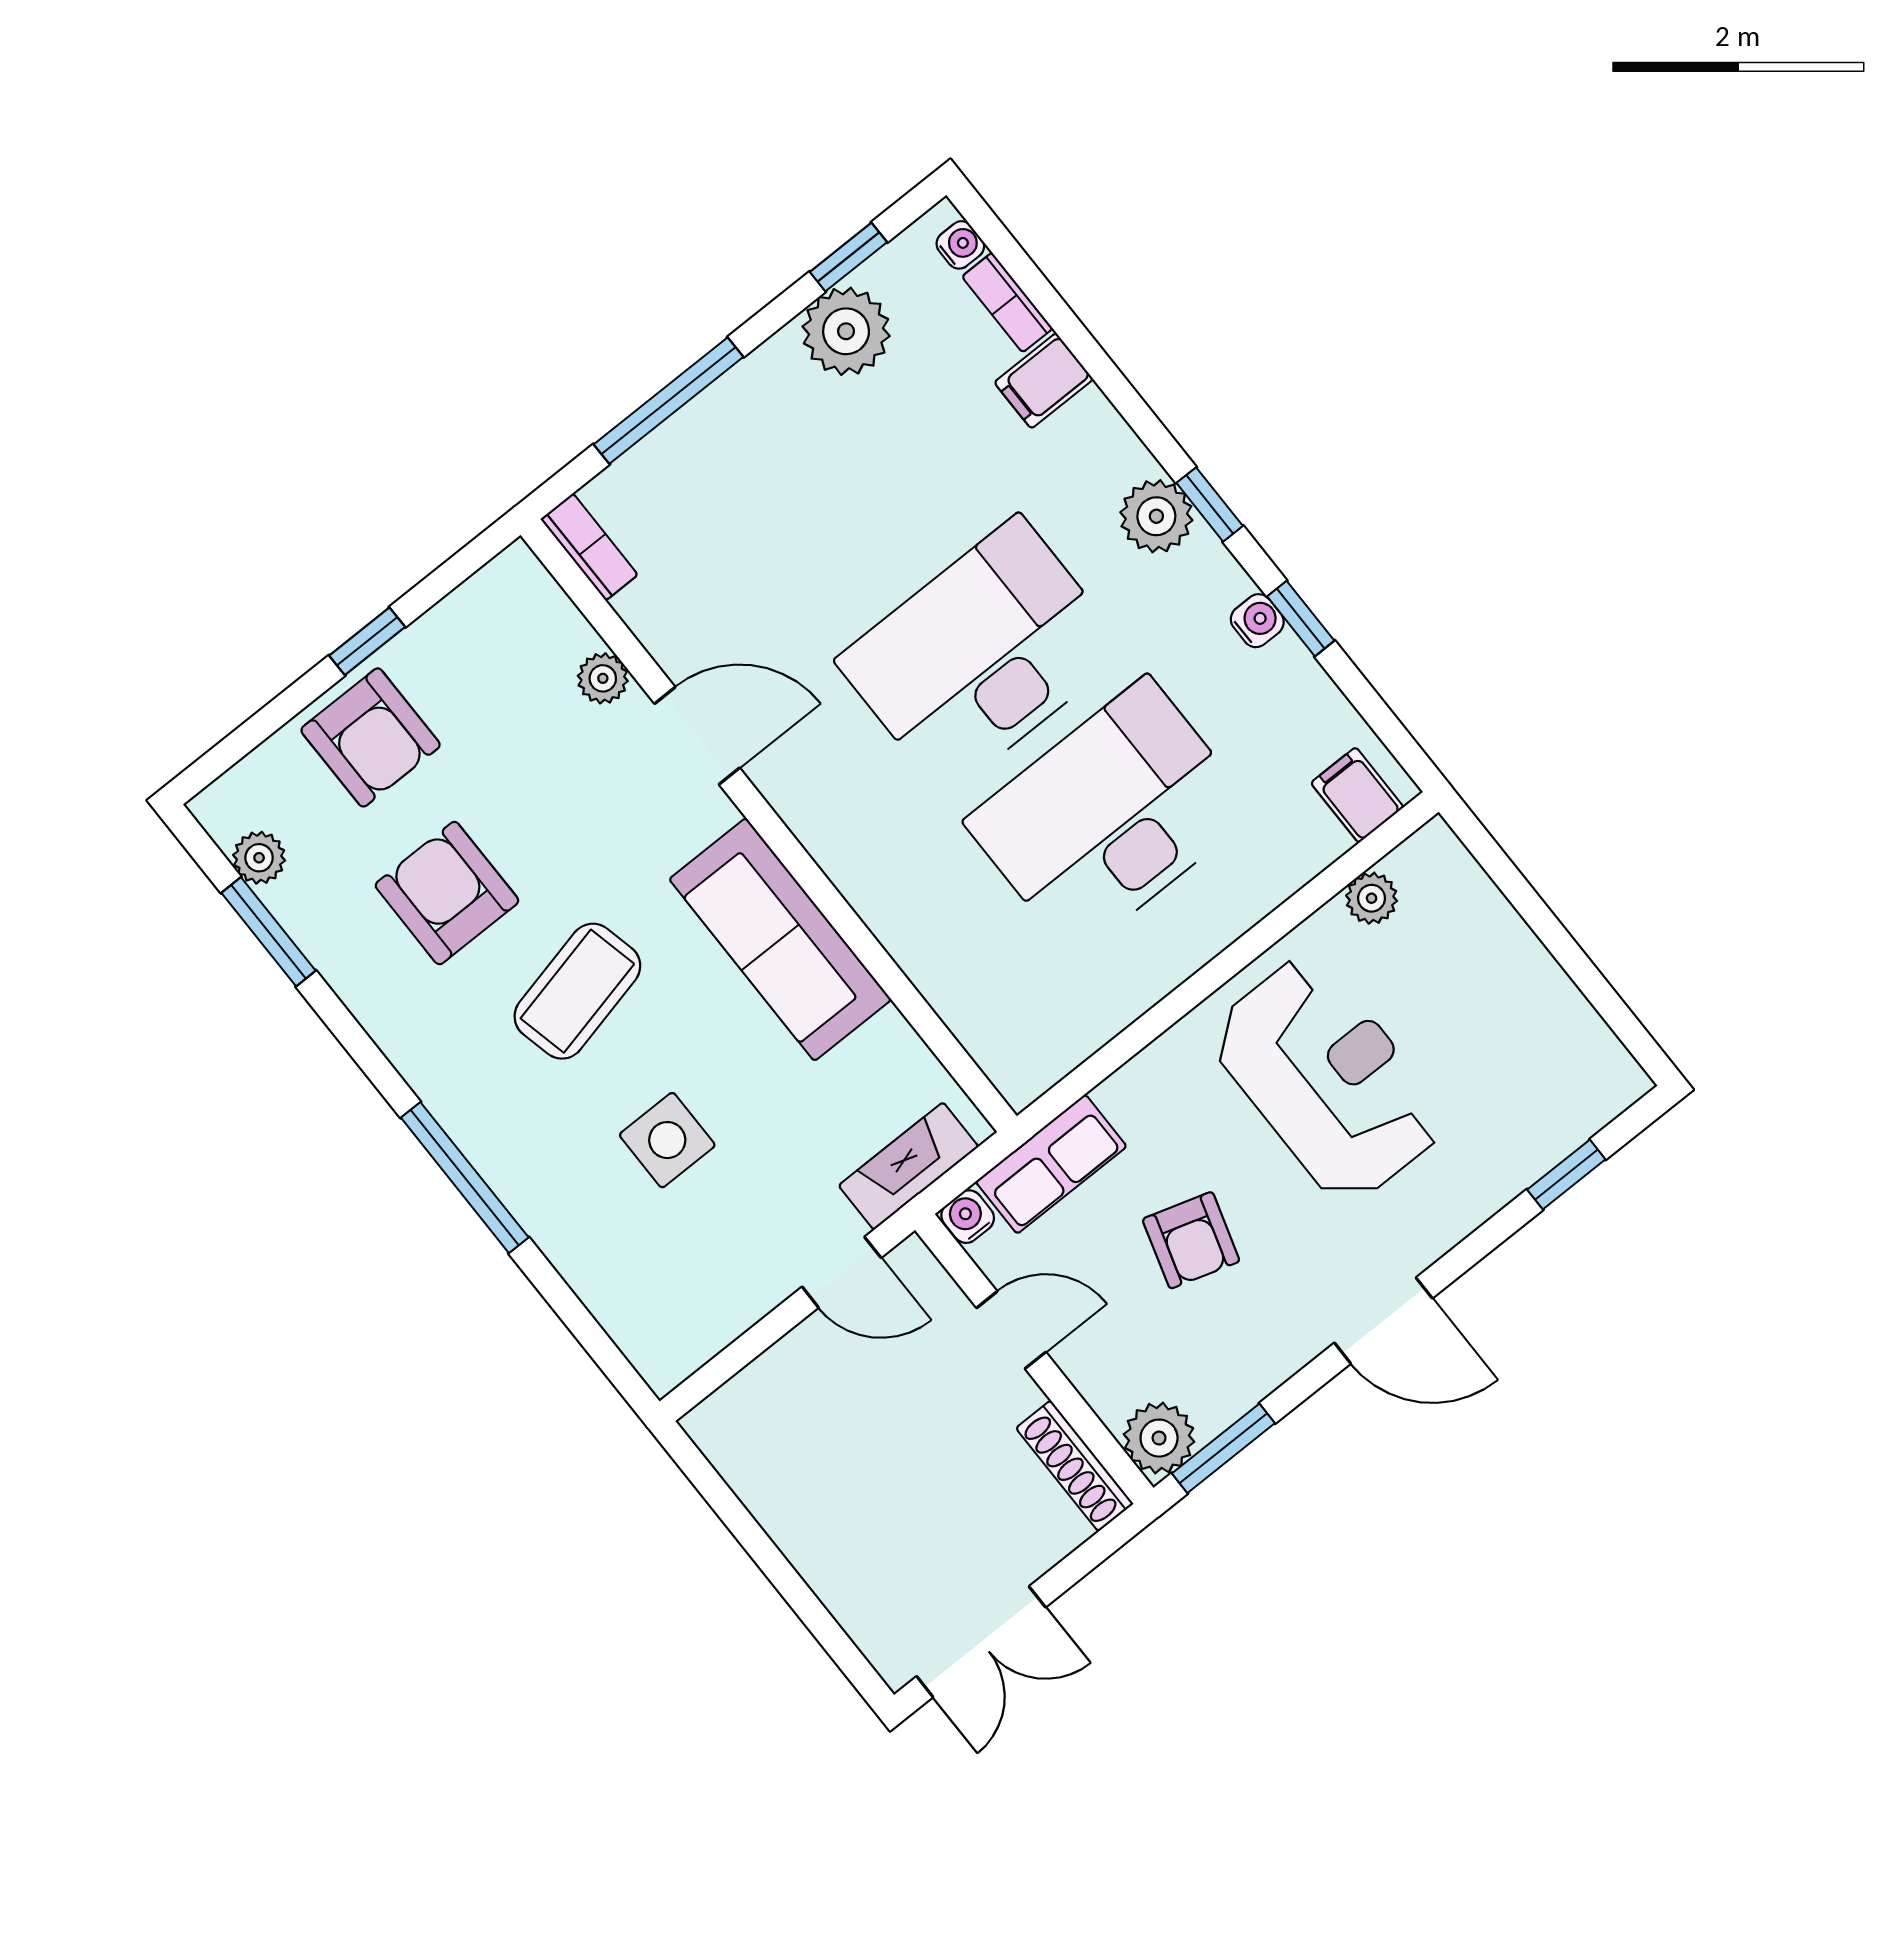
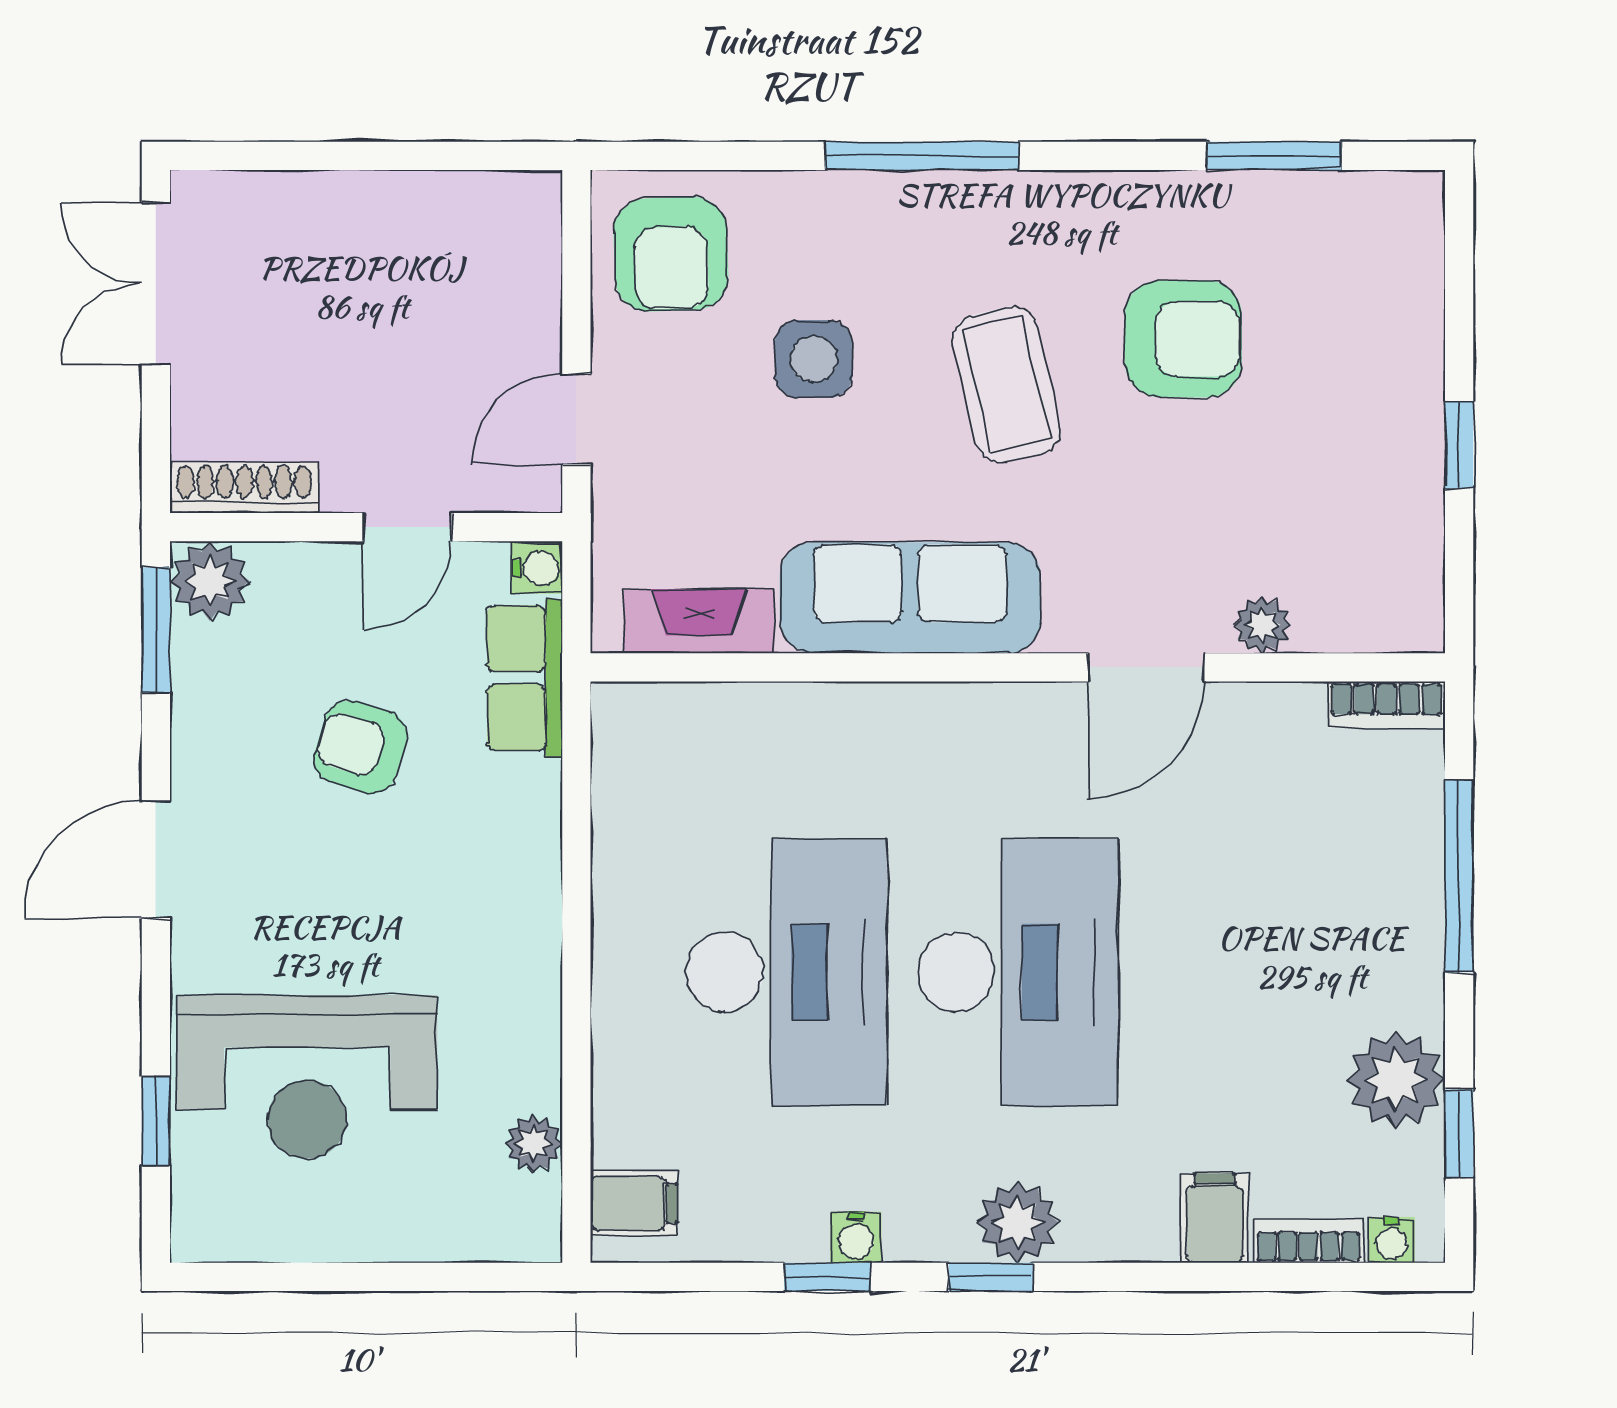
armchair: (371, 737) -> (671, 254), moved, turned -92
plant: (259, 858) -> (1345, 199), removed
reception desk: (1328, 1079) -> (307, 1077), moved
fireplace: (909, 1166) -> (699, 621), moved, turned -90

